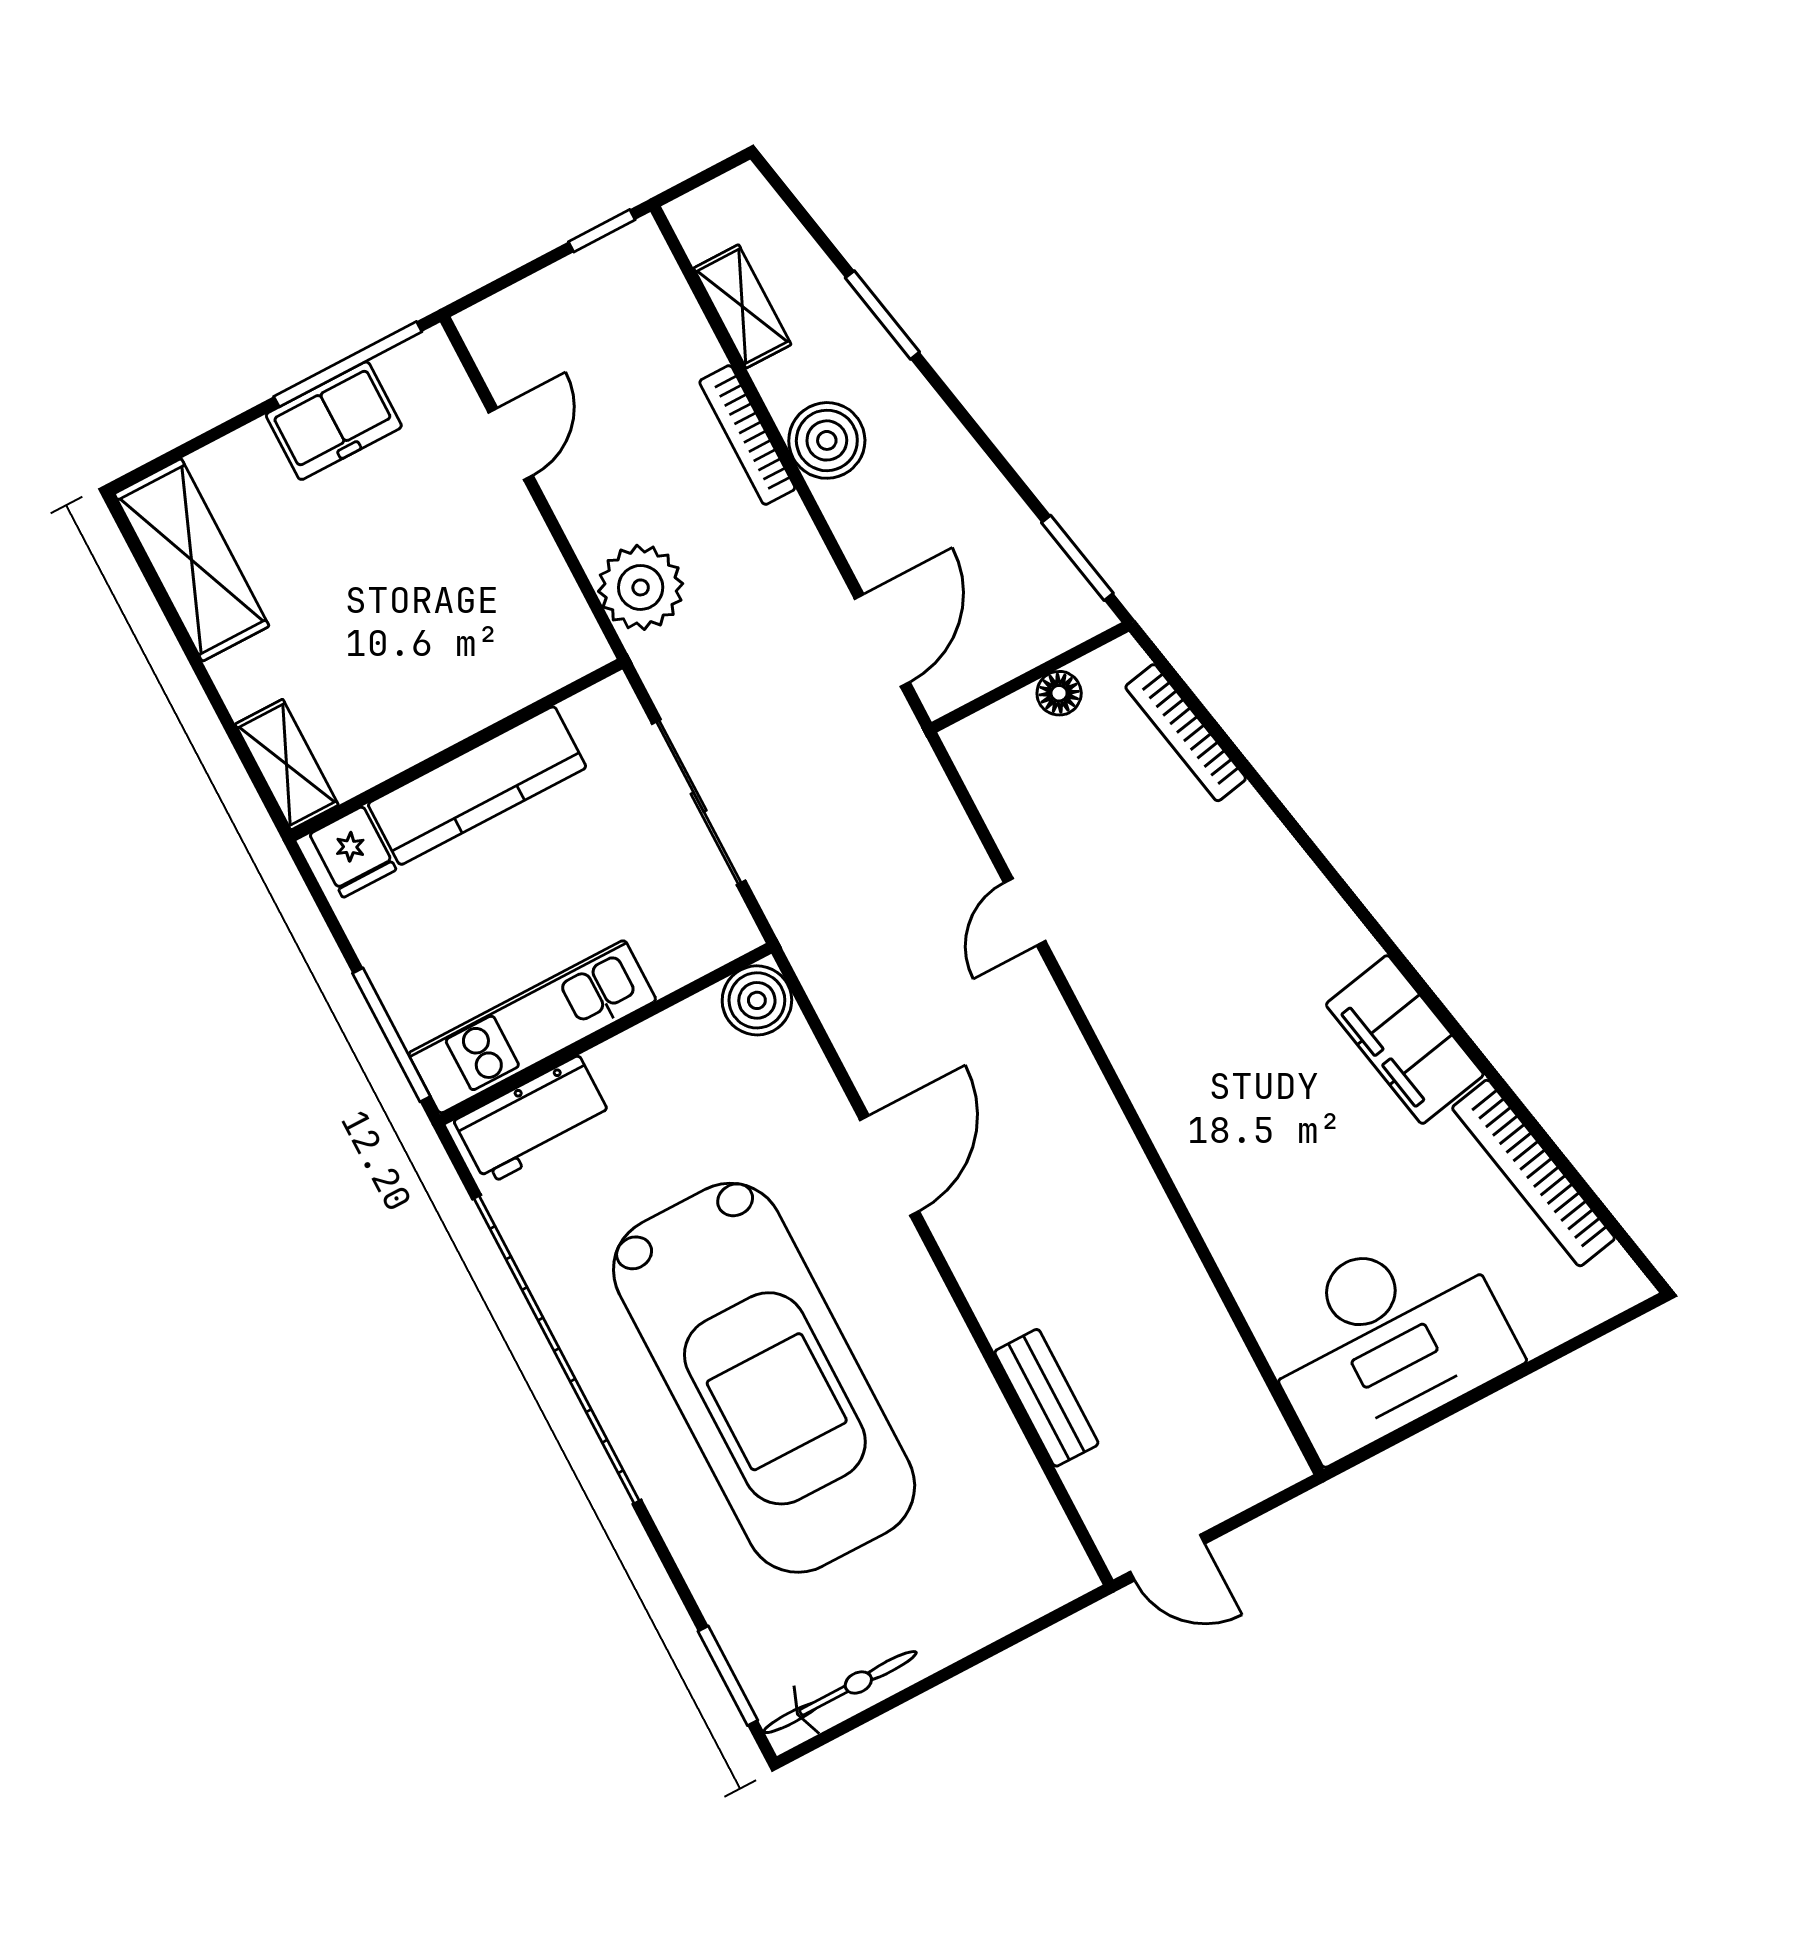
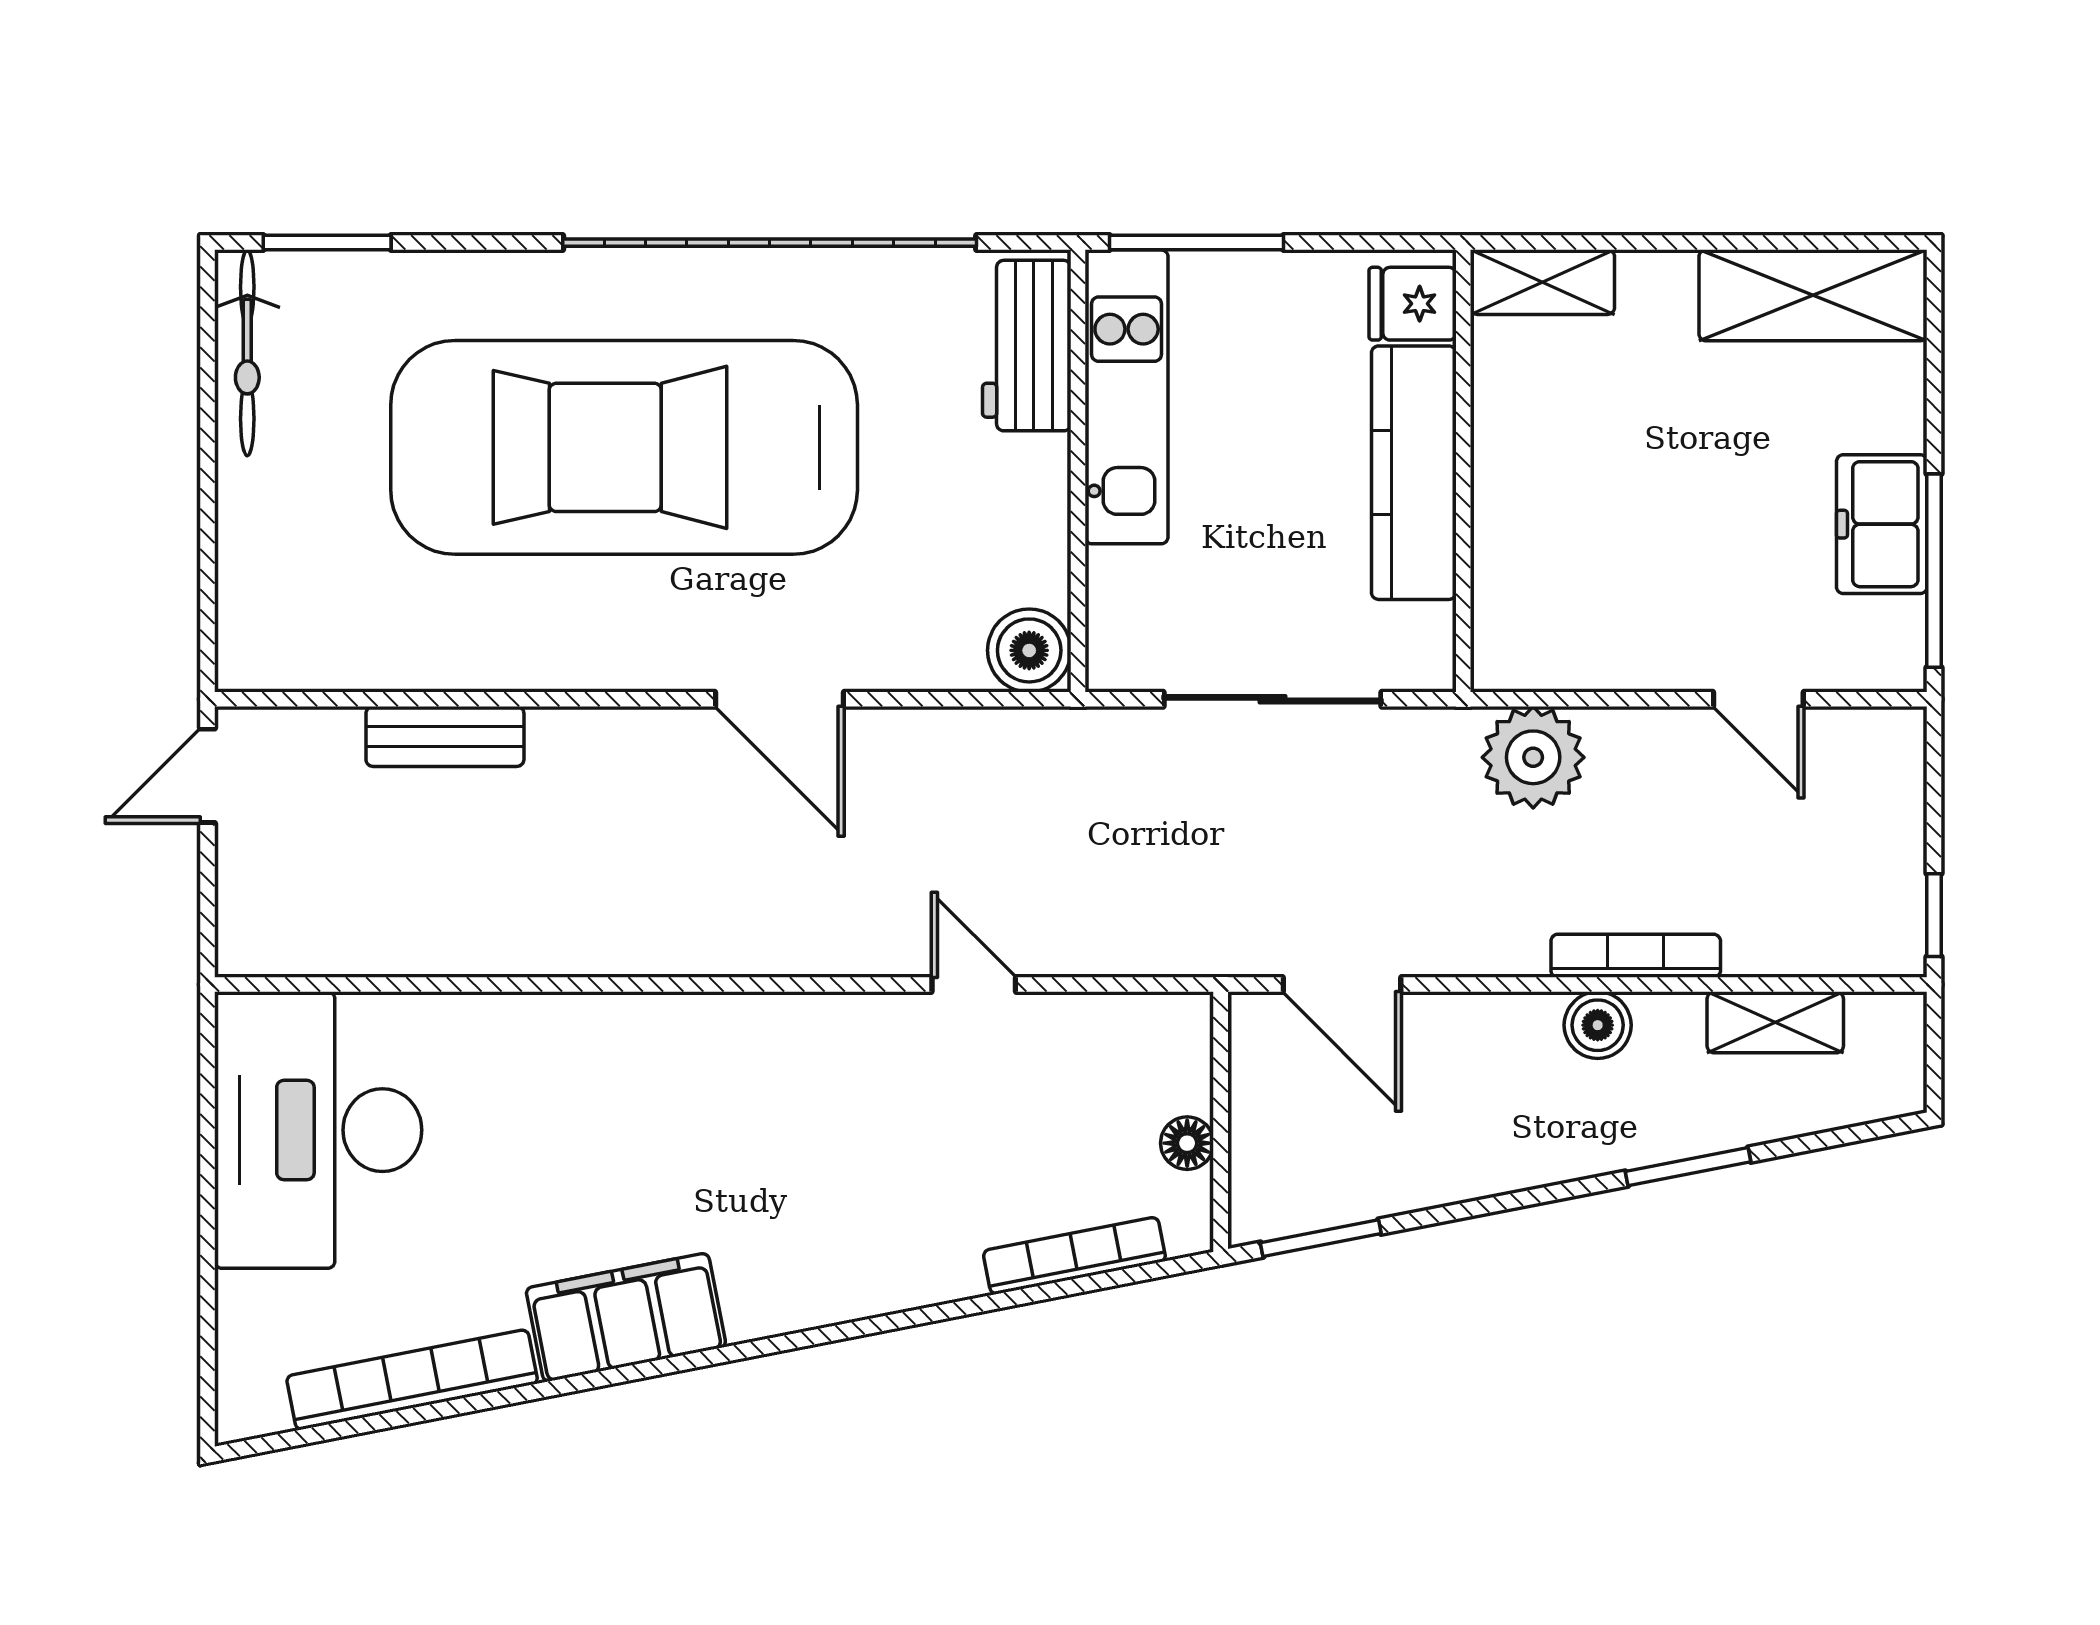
boiler: (827, 440) -> (1598, 1025), width x0.73, depth x0.73

